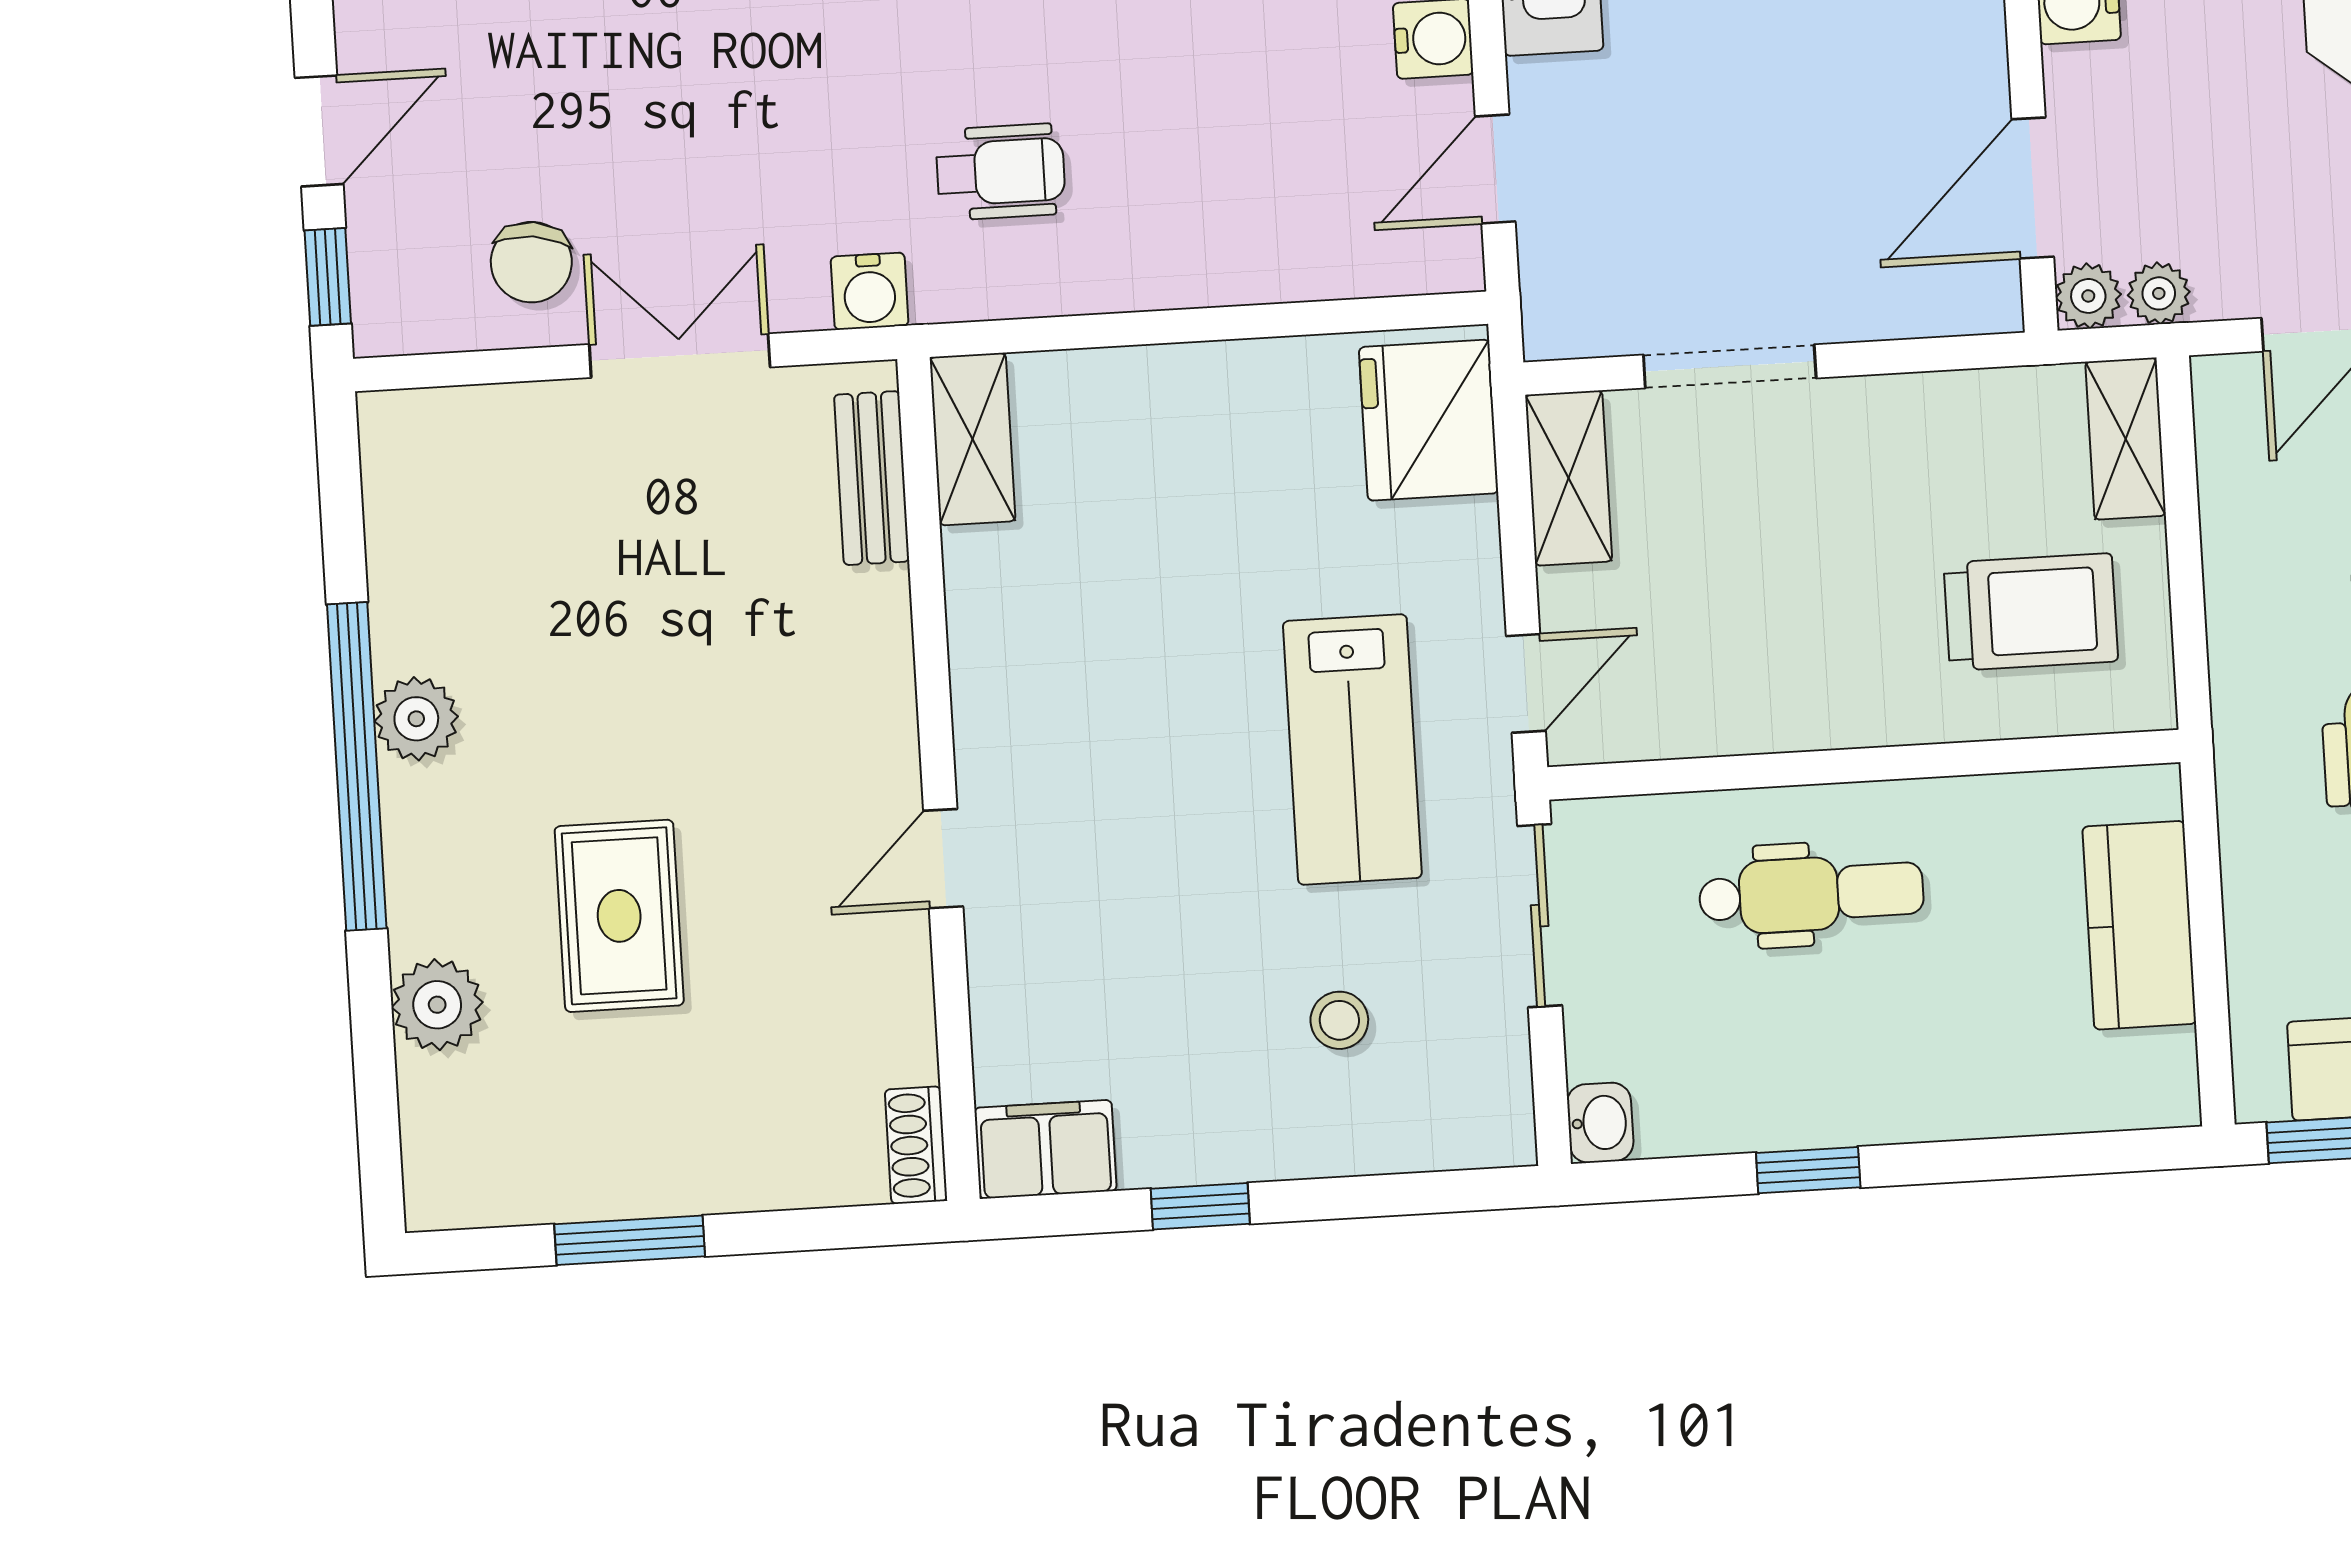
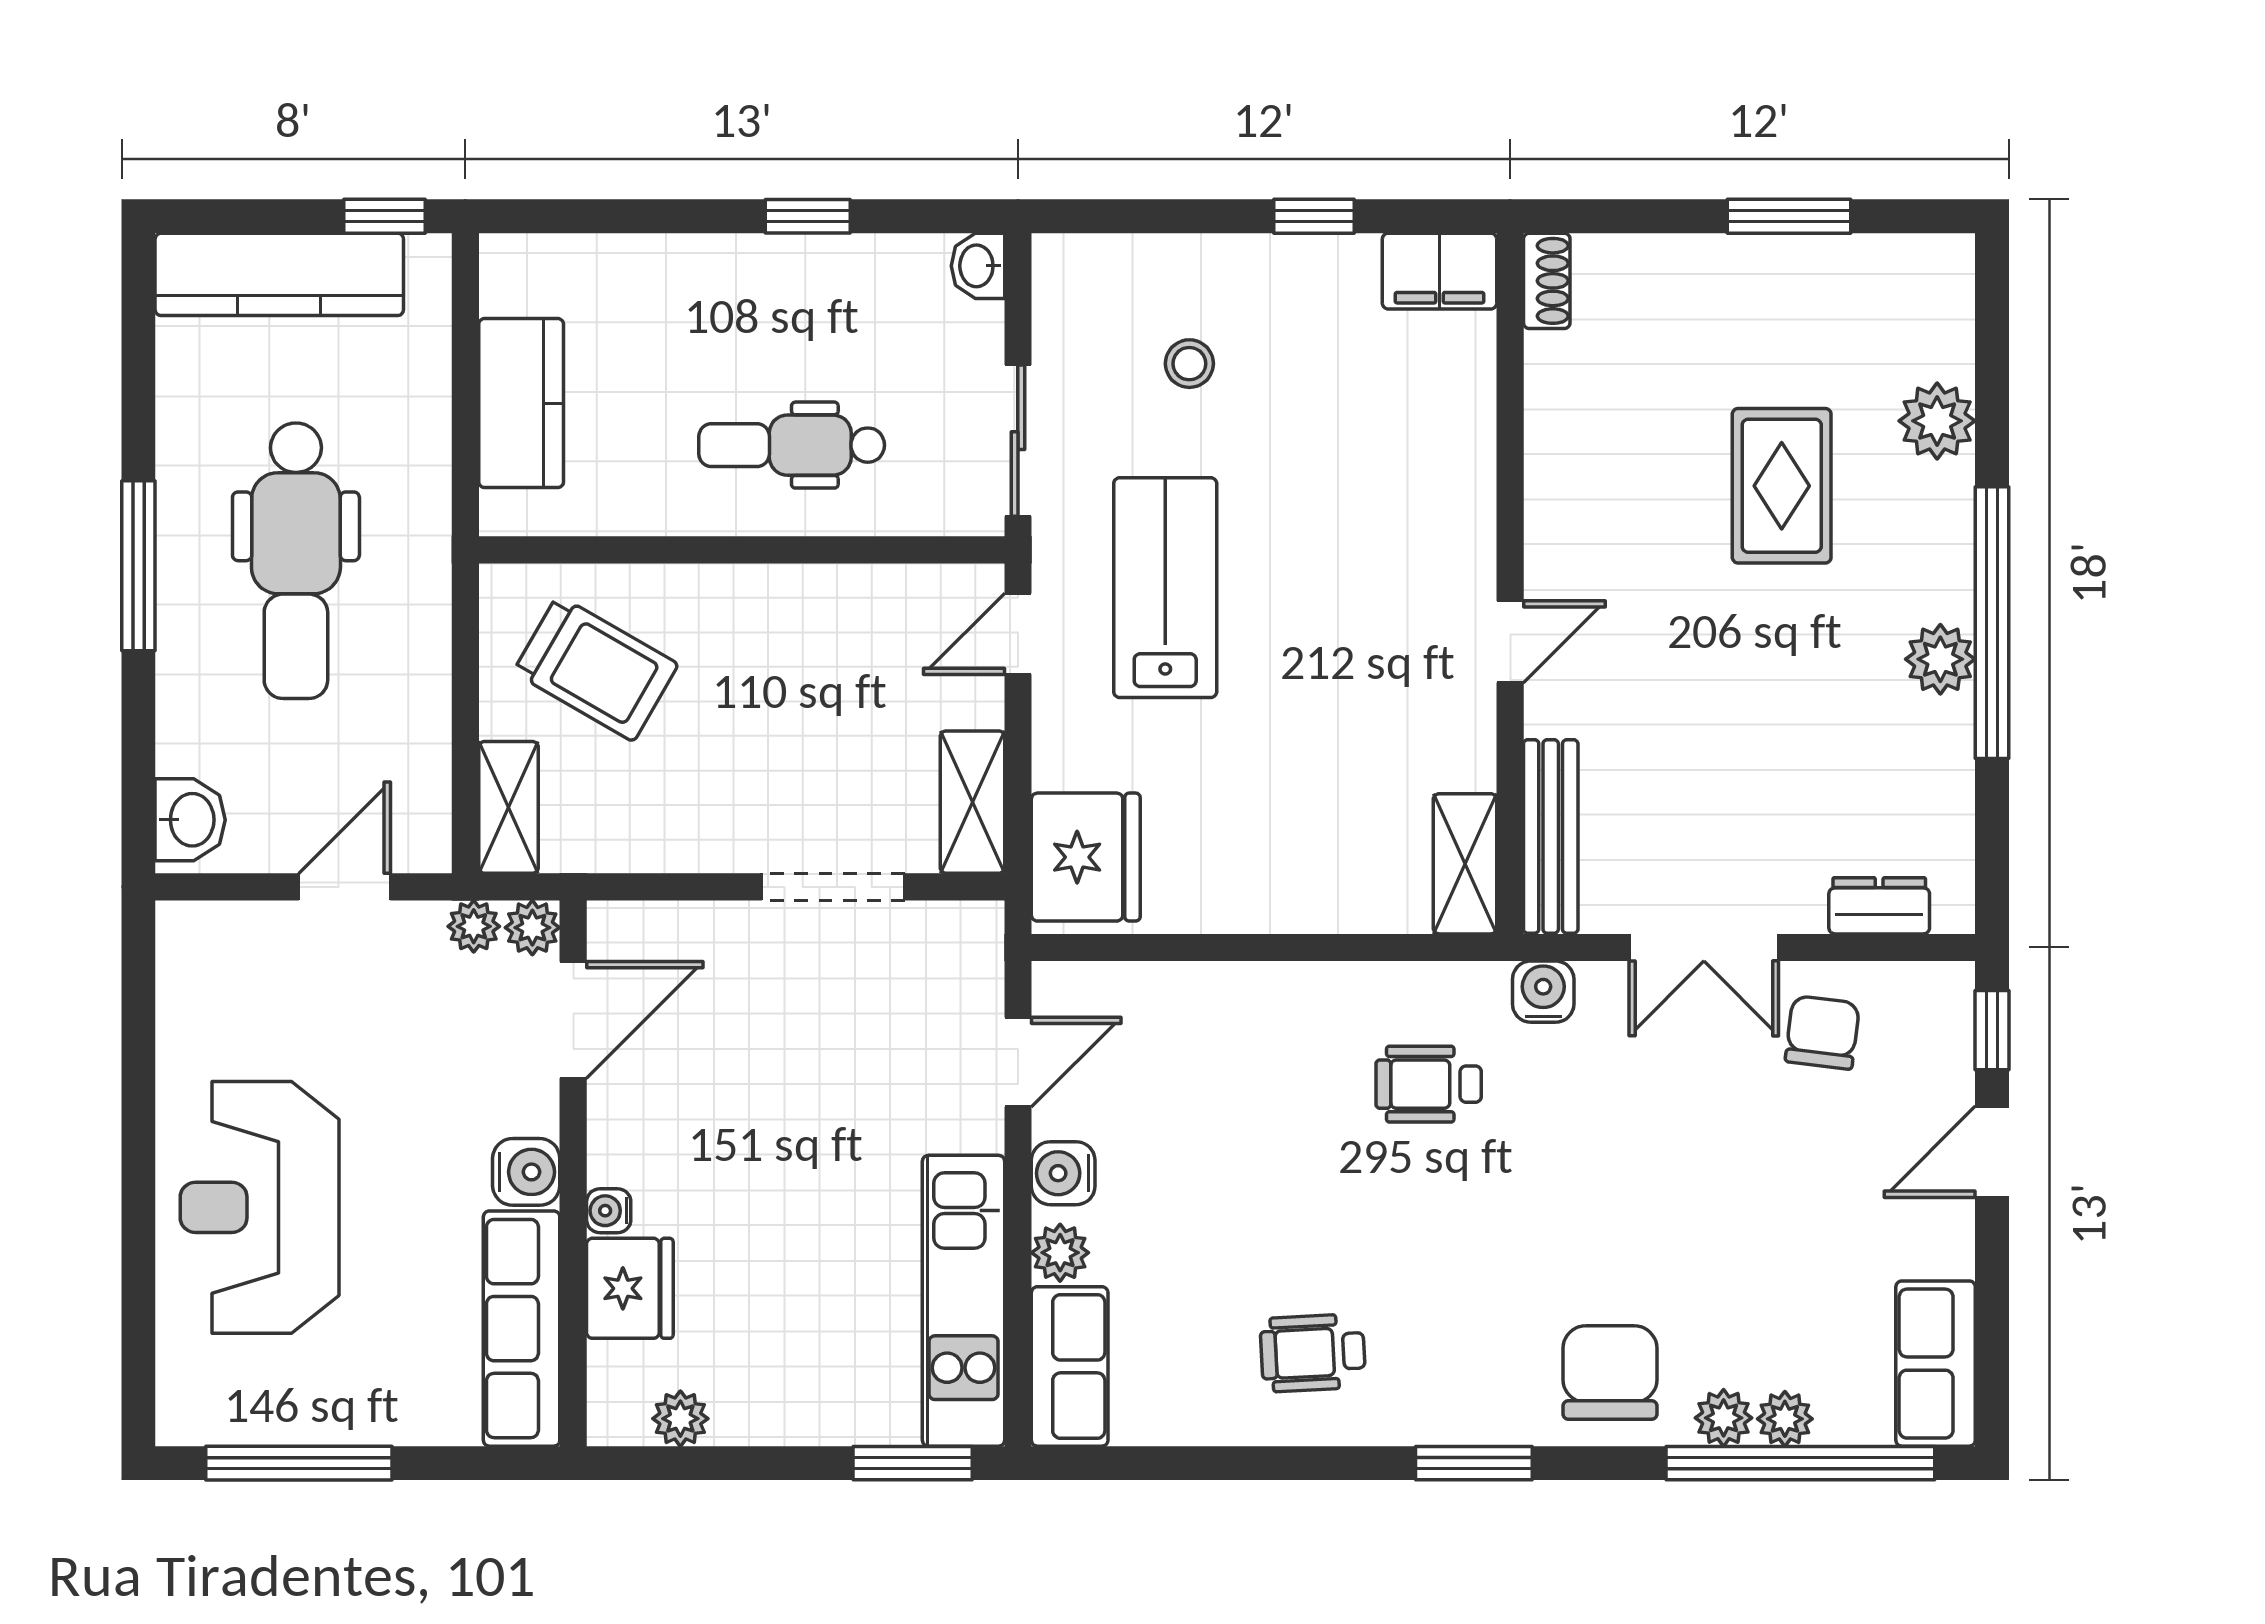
dresser: (472, 418) -> (1879, 906), added
bench: (872, 478) -> (1551, 836), width x1.36
trolley: (2031, 612) -> (596, 668), turned -150
door: (943, 859) -> (1510, 642), moved

